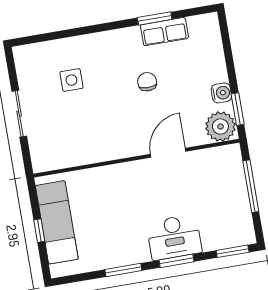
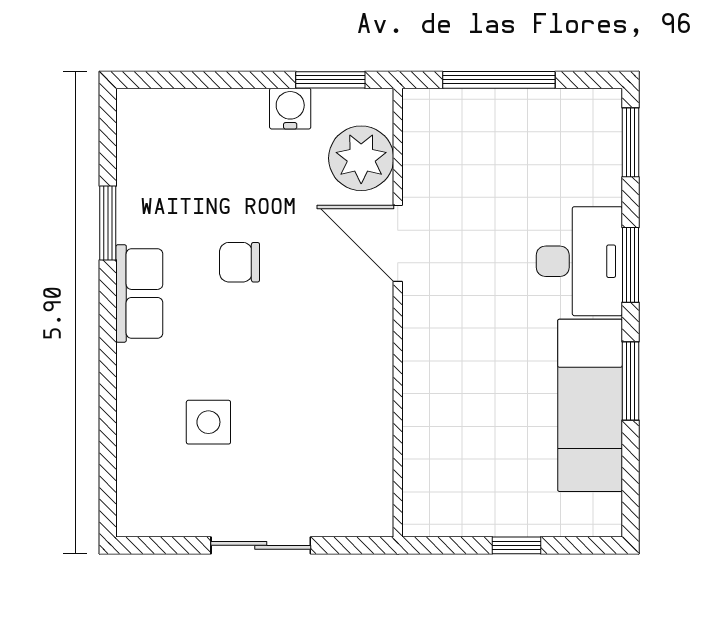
row of seats: (164, 32) -> (139, 293), moved
plant: (220, 127) -> (361, 158), moved
exam couch: (57, 222) -> (590, 405), moved, turned -90

